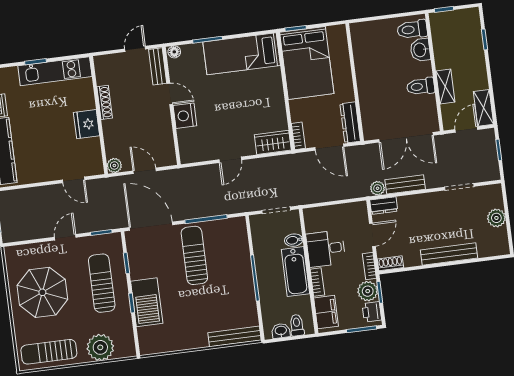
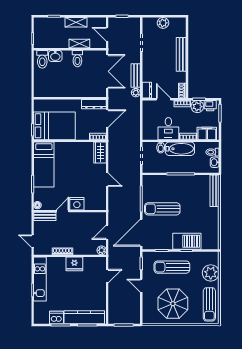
door: (135, 49) -> (33, 241), moved
shelving: (484, 108) -> (76, 22), moved

